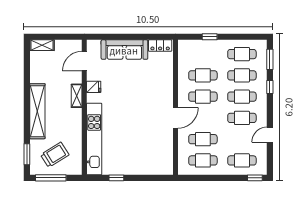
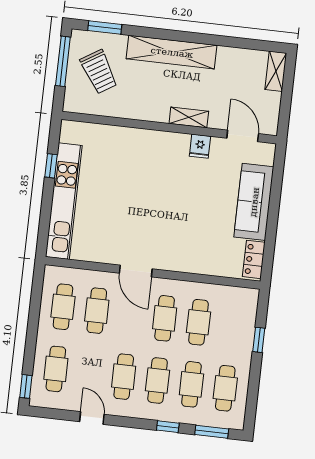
kitchen unit: (94, 139) -> (64, 201), moved, turned -90

